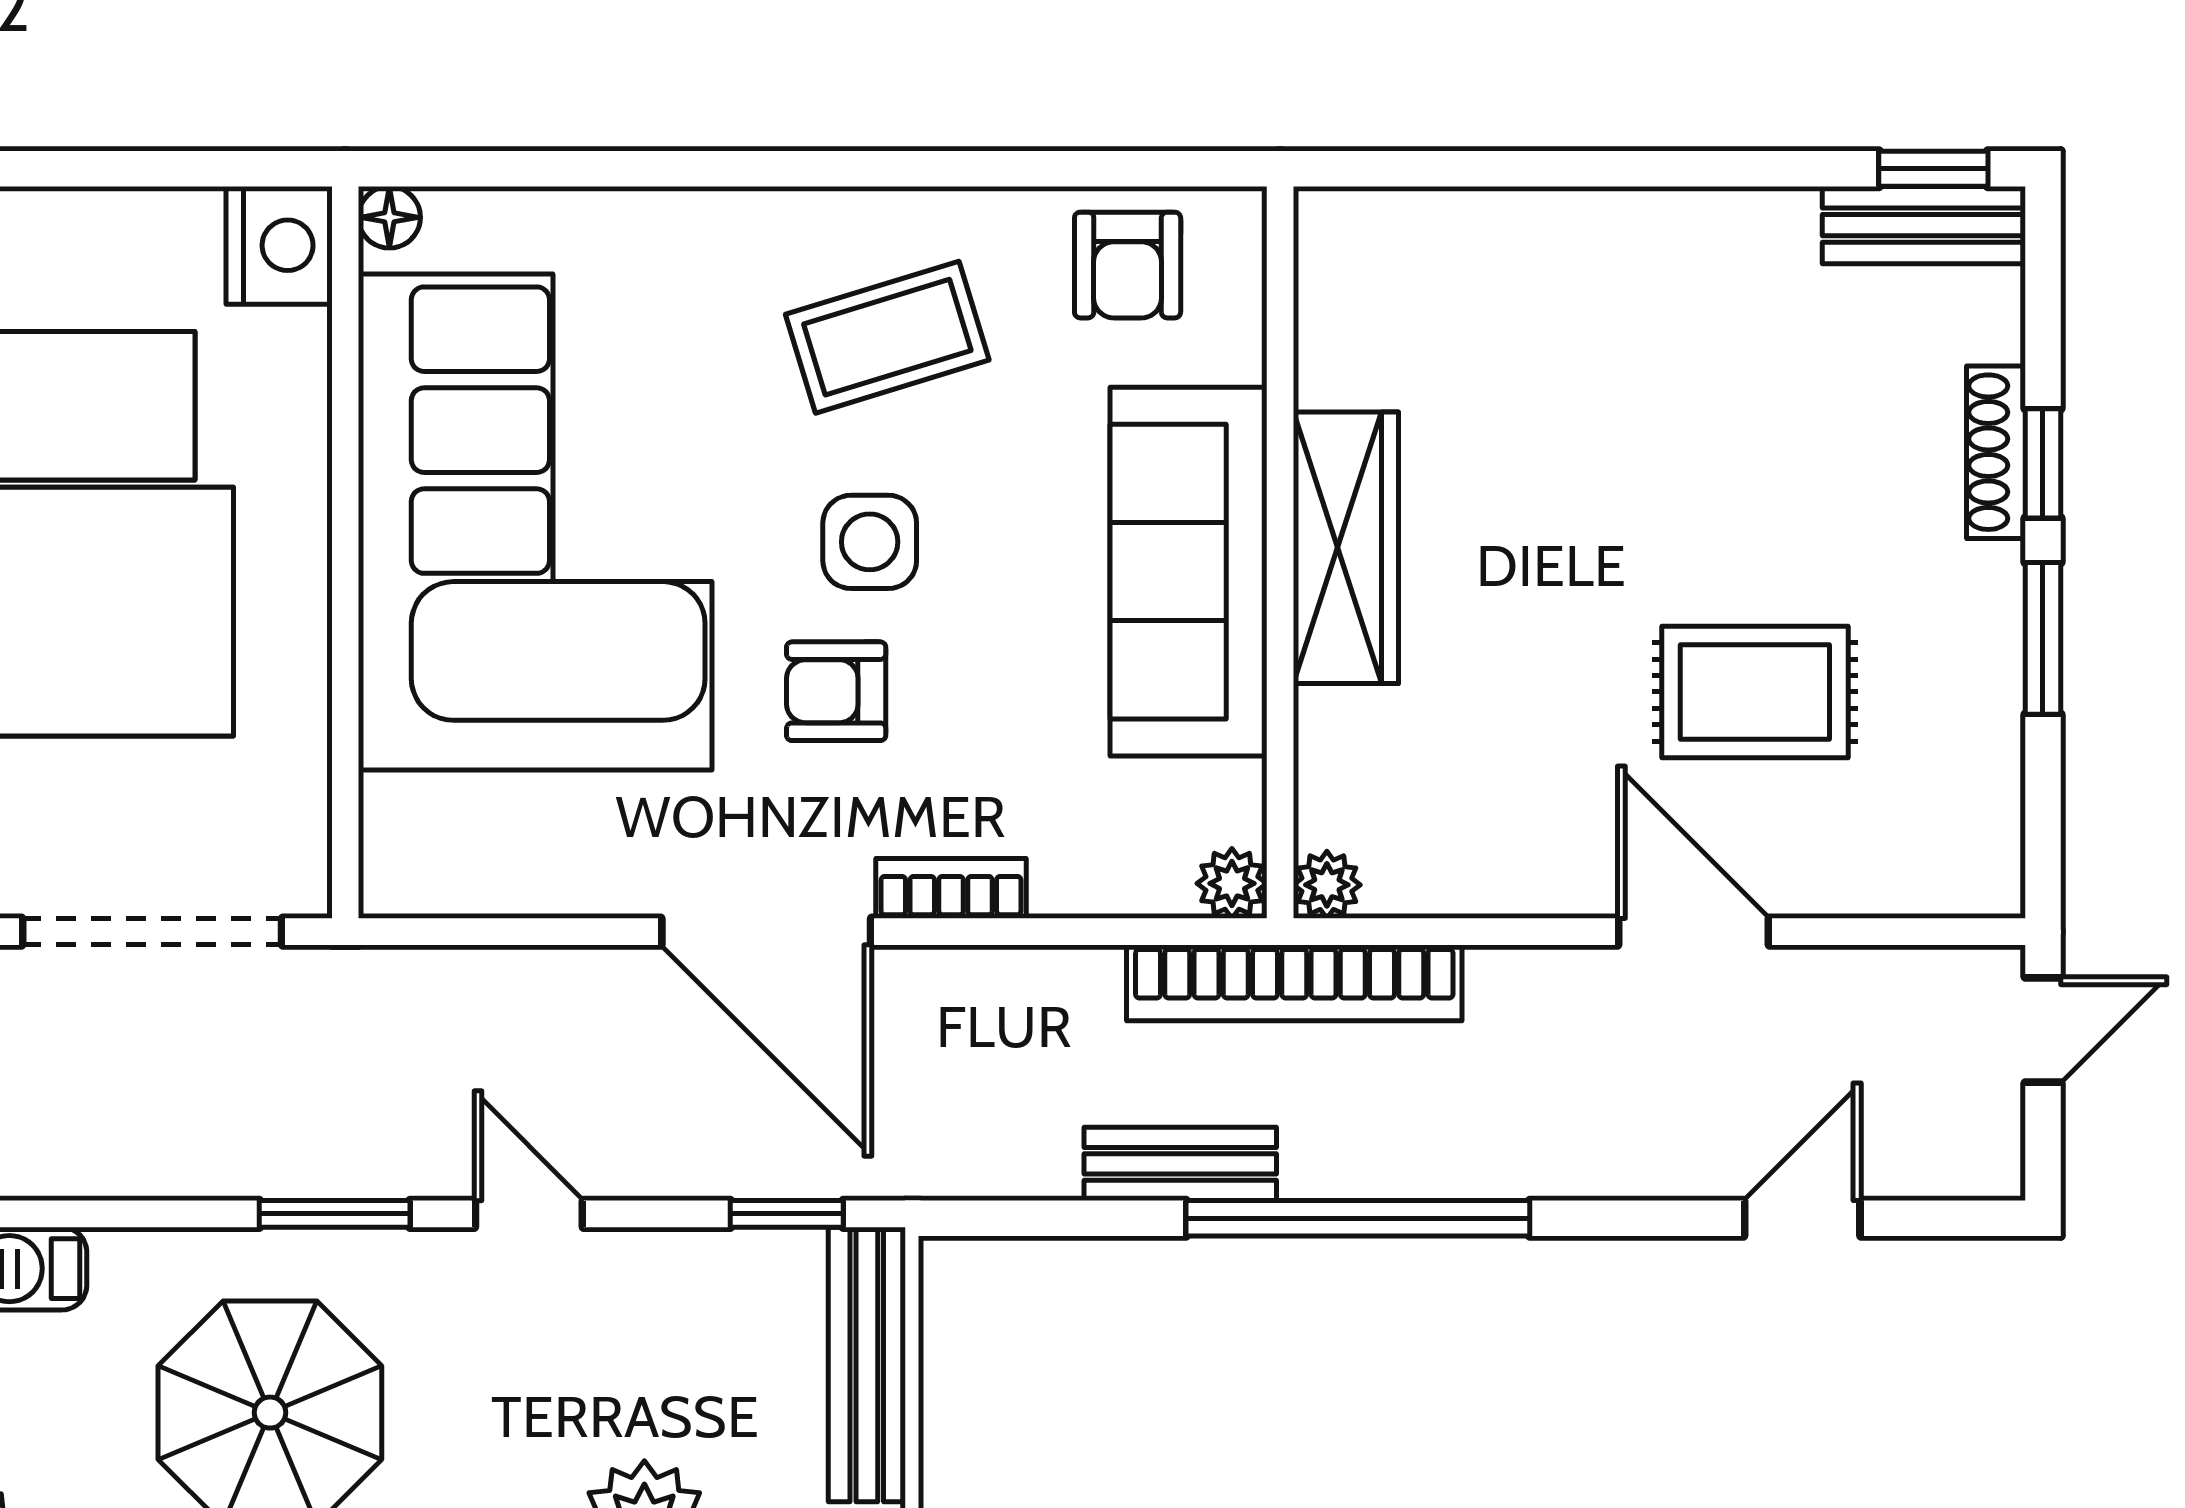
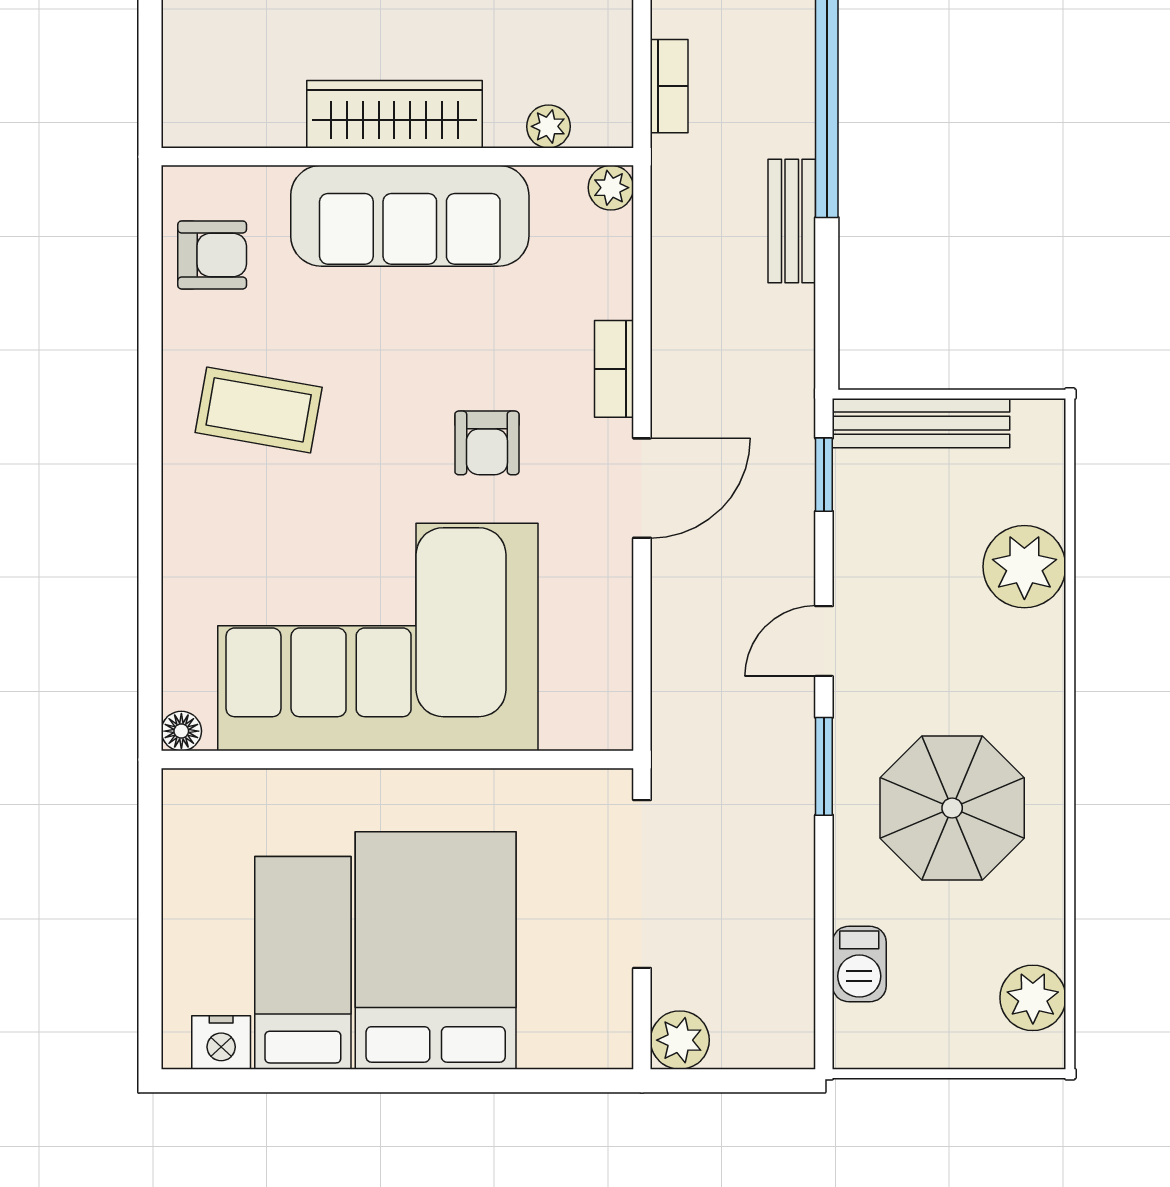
nightstand: (279, 245) -> (199, 802), removed
coffee table: (887, 337) -> (259, 410), turned -63
side table: (870, 542) -> (391, 421), removed
plant: (1327, 885) -> (548, 126), moved
door: (766, 932) -> (642, 488), width x0.73
bookcase: (1294, 983) -> (669, 86), width x0.43, depth x0.76

